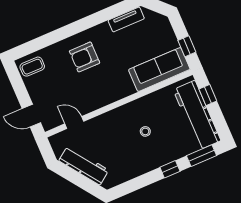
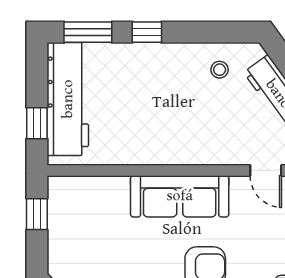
sofa: (159, 69) -> (180, 196), moved
stool: (145, 131) -> (220, 70), moved

